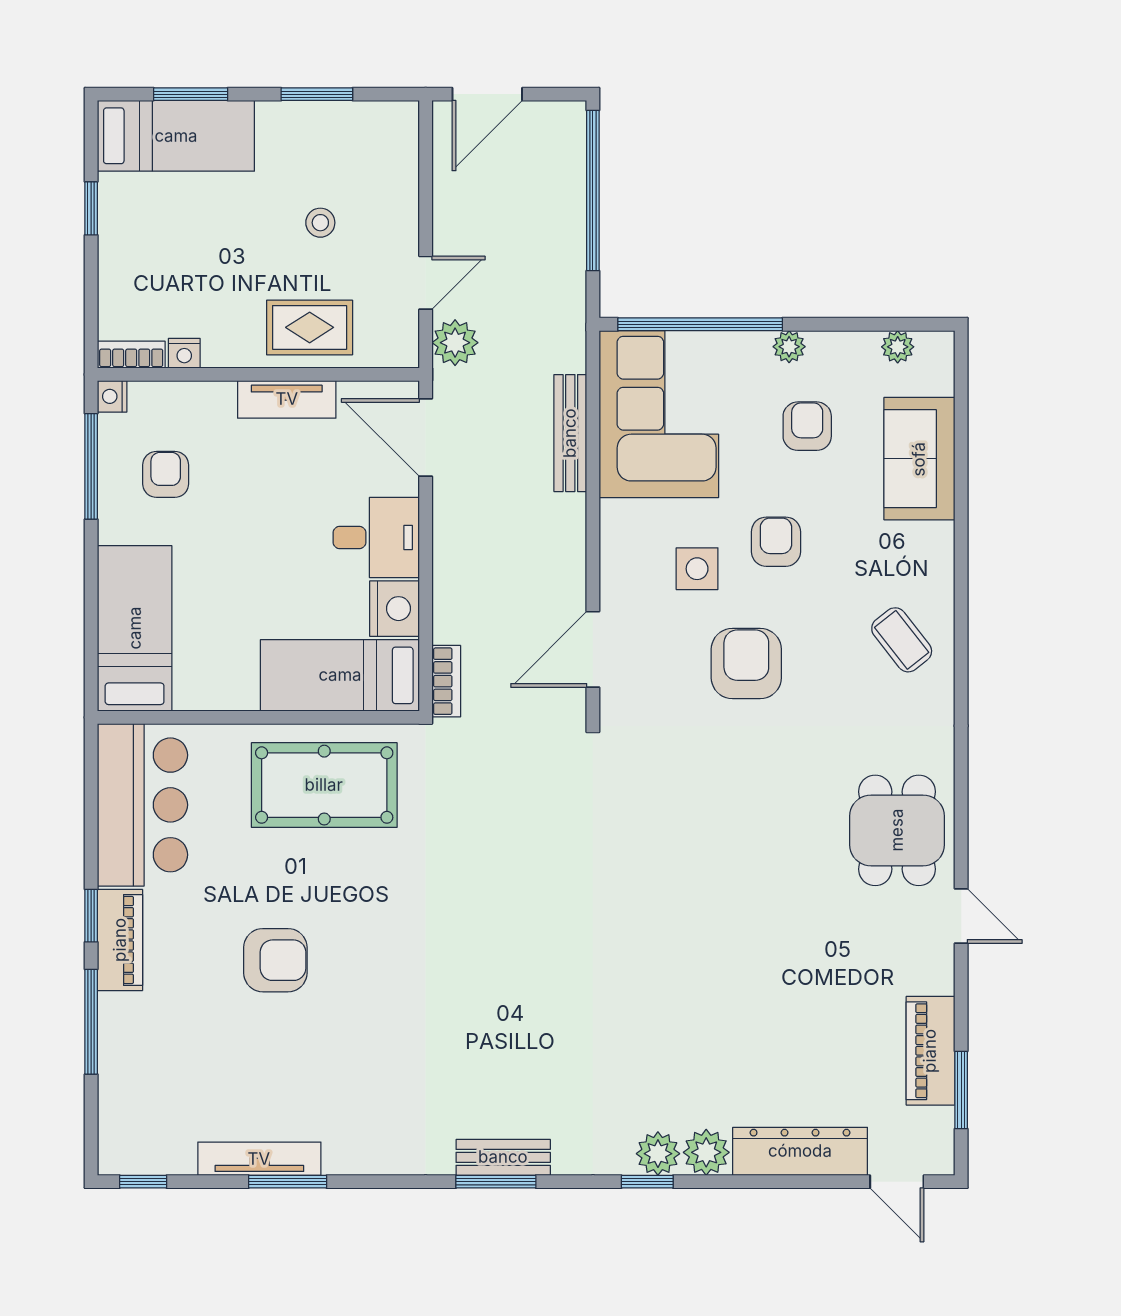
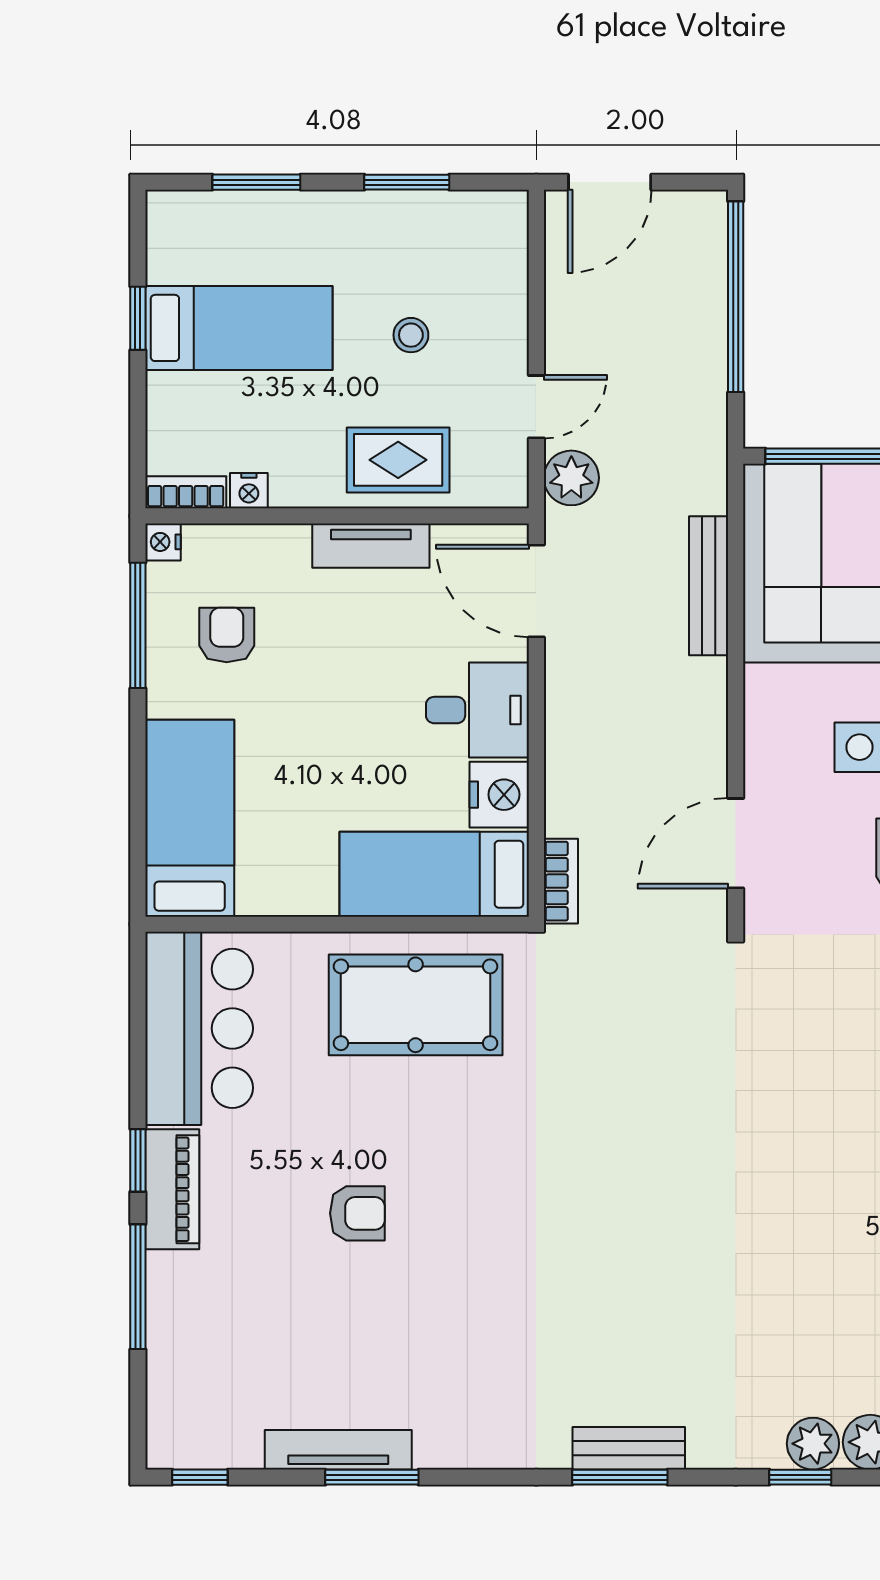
bed: (176, 136) -> (239, 328), moved
armchair: (275, 960) -> (357, 1213), width x0.72, depth x0.72

